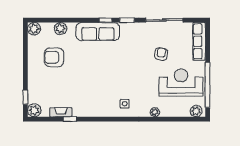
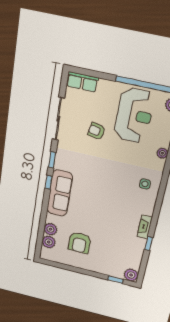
plant: (34, 29) -> (49, 242), moved
row of seats: (199, 41) -> (82, 82), width x0.68
reception desk: (181, 82) -> (134, 115), turned 180
fireplace: (61, 112) -> (145, 227), moved

